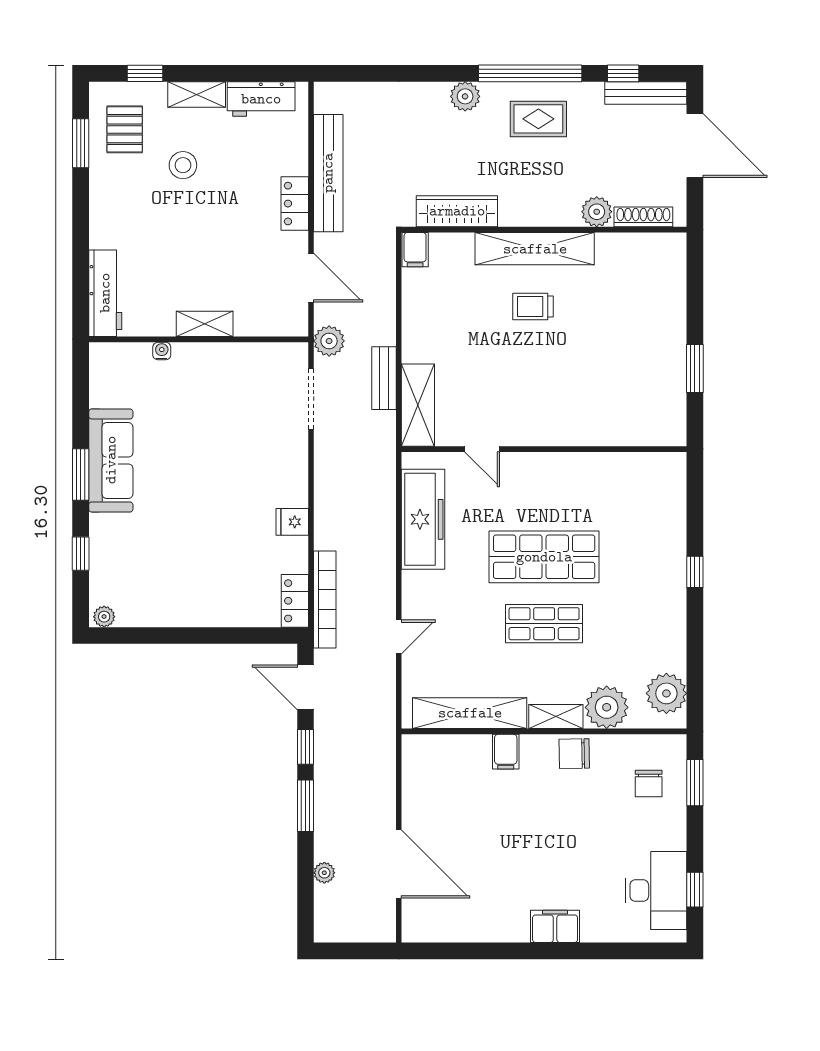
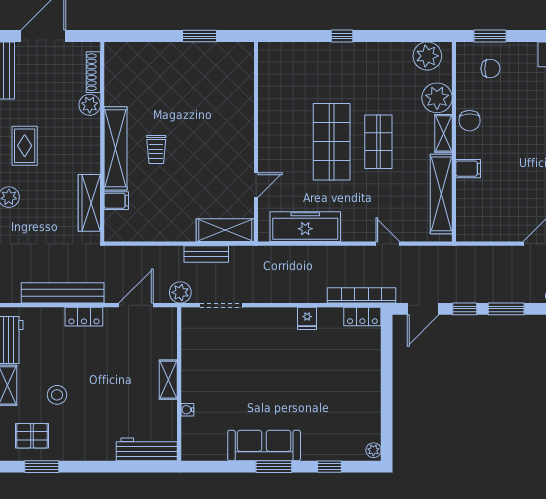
filing cabinet: (415, 250) -> (116, 201), moved

